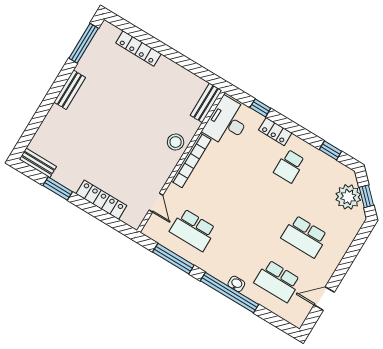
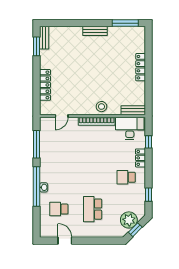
locker: (138, 48) -> (141, 67), moved
window: (58, 189) -> (37, 46), moved
school desk: (193, 230) -> (59, 145), removed
school desk: (277, 281) -> (59, 209), width x0.54

